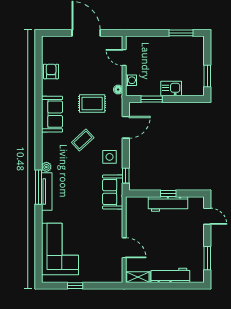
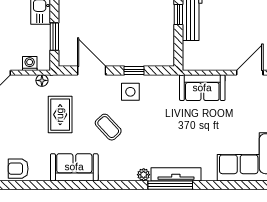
window: (126, 176) -> (134, 71), moved
sofa: (113, 192) -> (202, 88), moved

